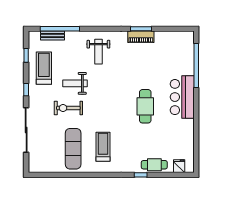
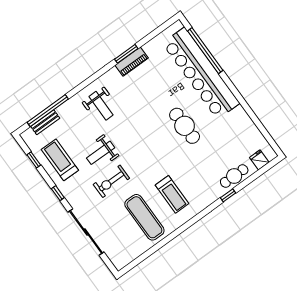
bar counter: (182, 97) -> (201, 73), width x1.86
treadmill: (103, 147) -> (172, 194), turned 180

